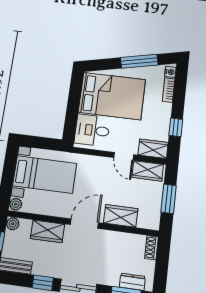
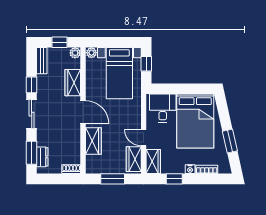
window: (139, 61) -> (230, 141), width x0.69
nightstand: (170, 72) -> (190, 169), moved
window: (39, 142) -> (146, 64), added
door: (124, 156) -> (144, 138), hinge flipped

